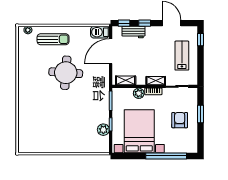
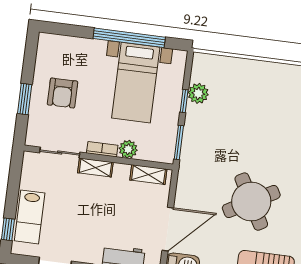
lab bench: (182, 56) -> (30, 217), moved
round table: (66, 73) -> (251, 202), turned -33
bed with nightstands: (139, 131) -> (136, 83), width x0.73
window: (166, 156) -> (129, 38), moved

